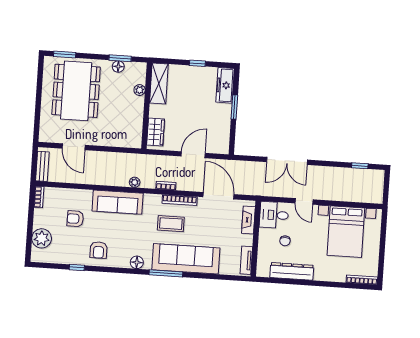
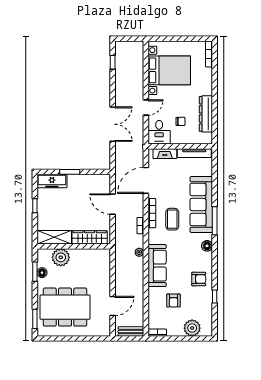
plant: (140, 90) -> (61, 257), width x1.87, depth x1.87
wardrobe: (156, 132) -> (90, 237), width x1.50
tv unit: (246, 260) -> (194, 153), width x1.41

